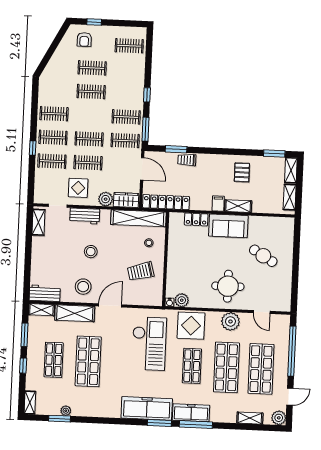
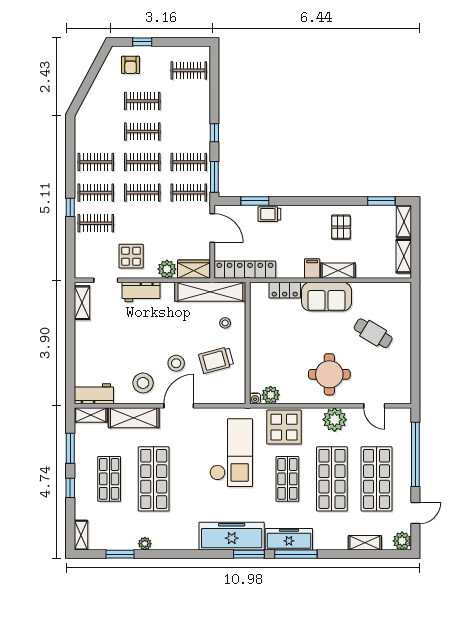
clothes rail: (88, 163) -> (142, 162), moved
stool: (91, 252) -> (176, 363), moved
plant: (66, 411) -> (145, 544), moved

